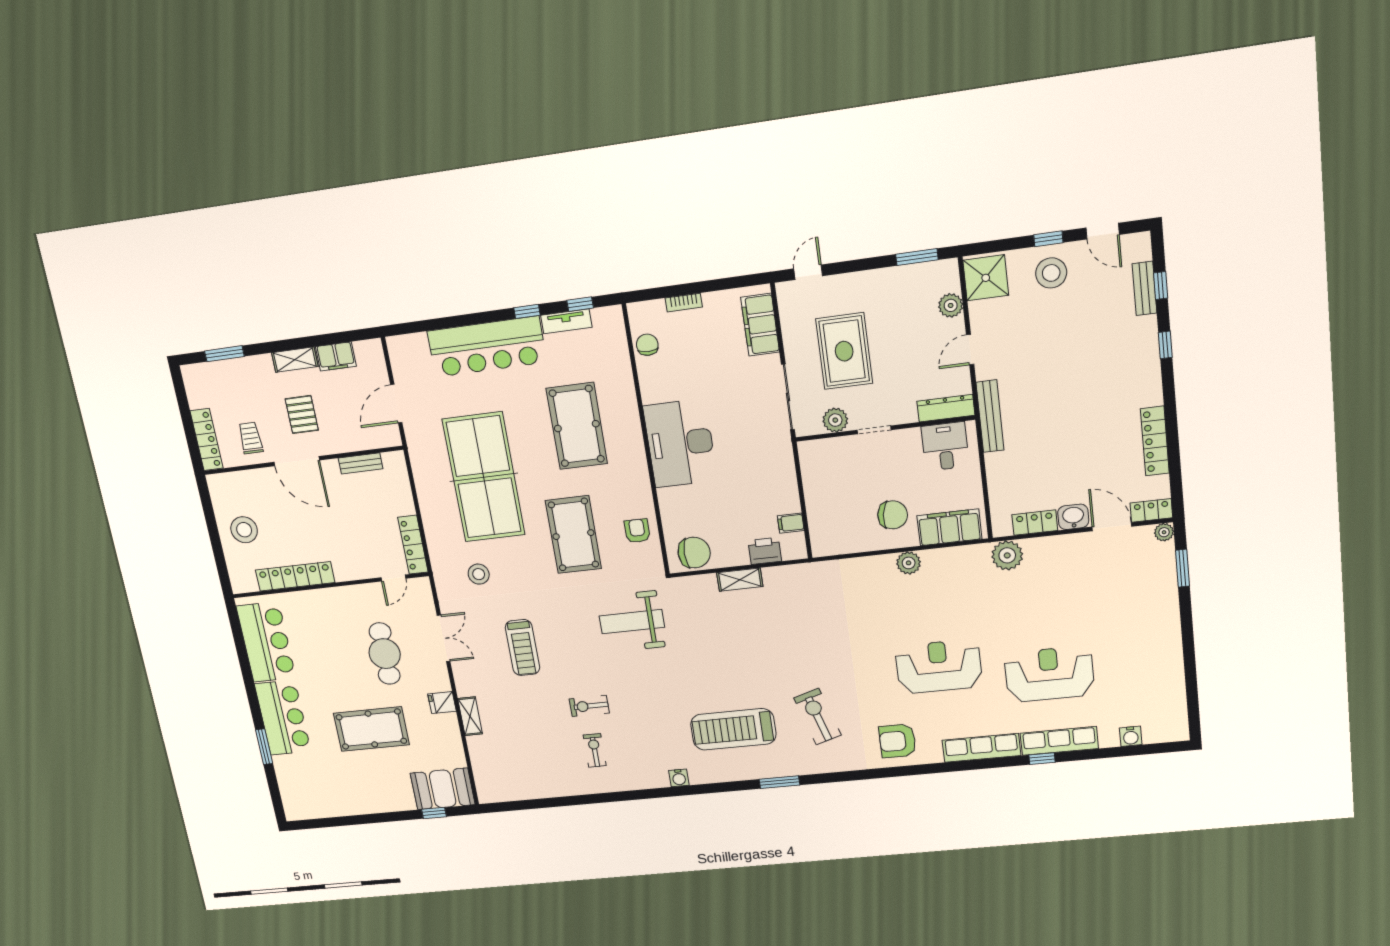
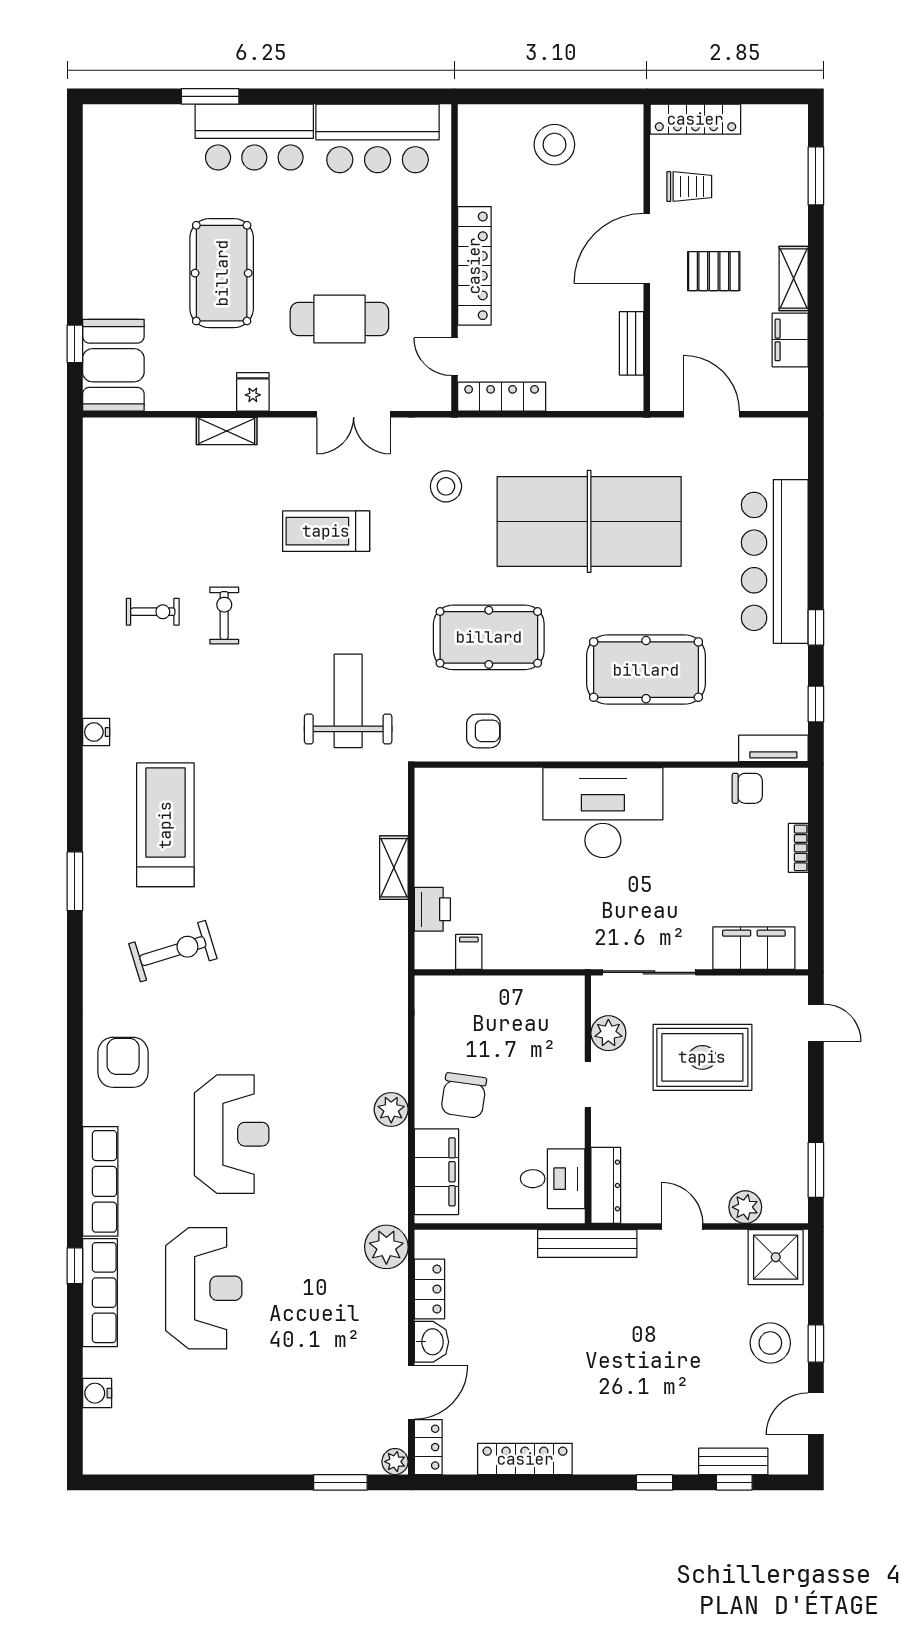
tv unit: (566, 321) -> (773, 748), moved, turned 90
chair: (694, 553) -> (442, 808), removed
locker: (295, 576) -> (474, 266), moved

